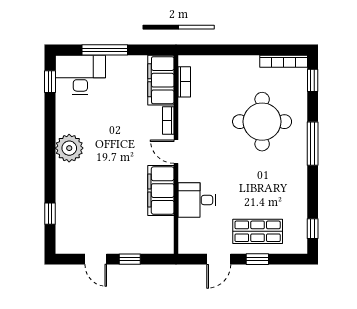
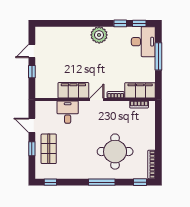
window: (50, 214) -> (120, 23), moved

